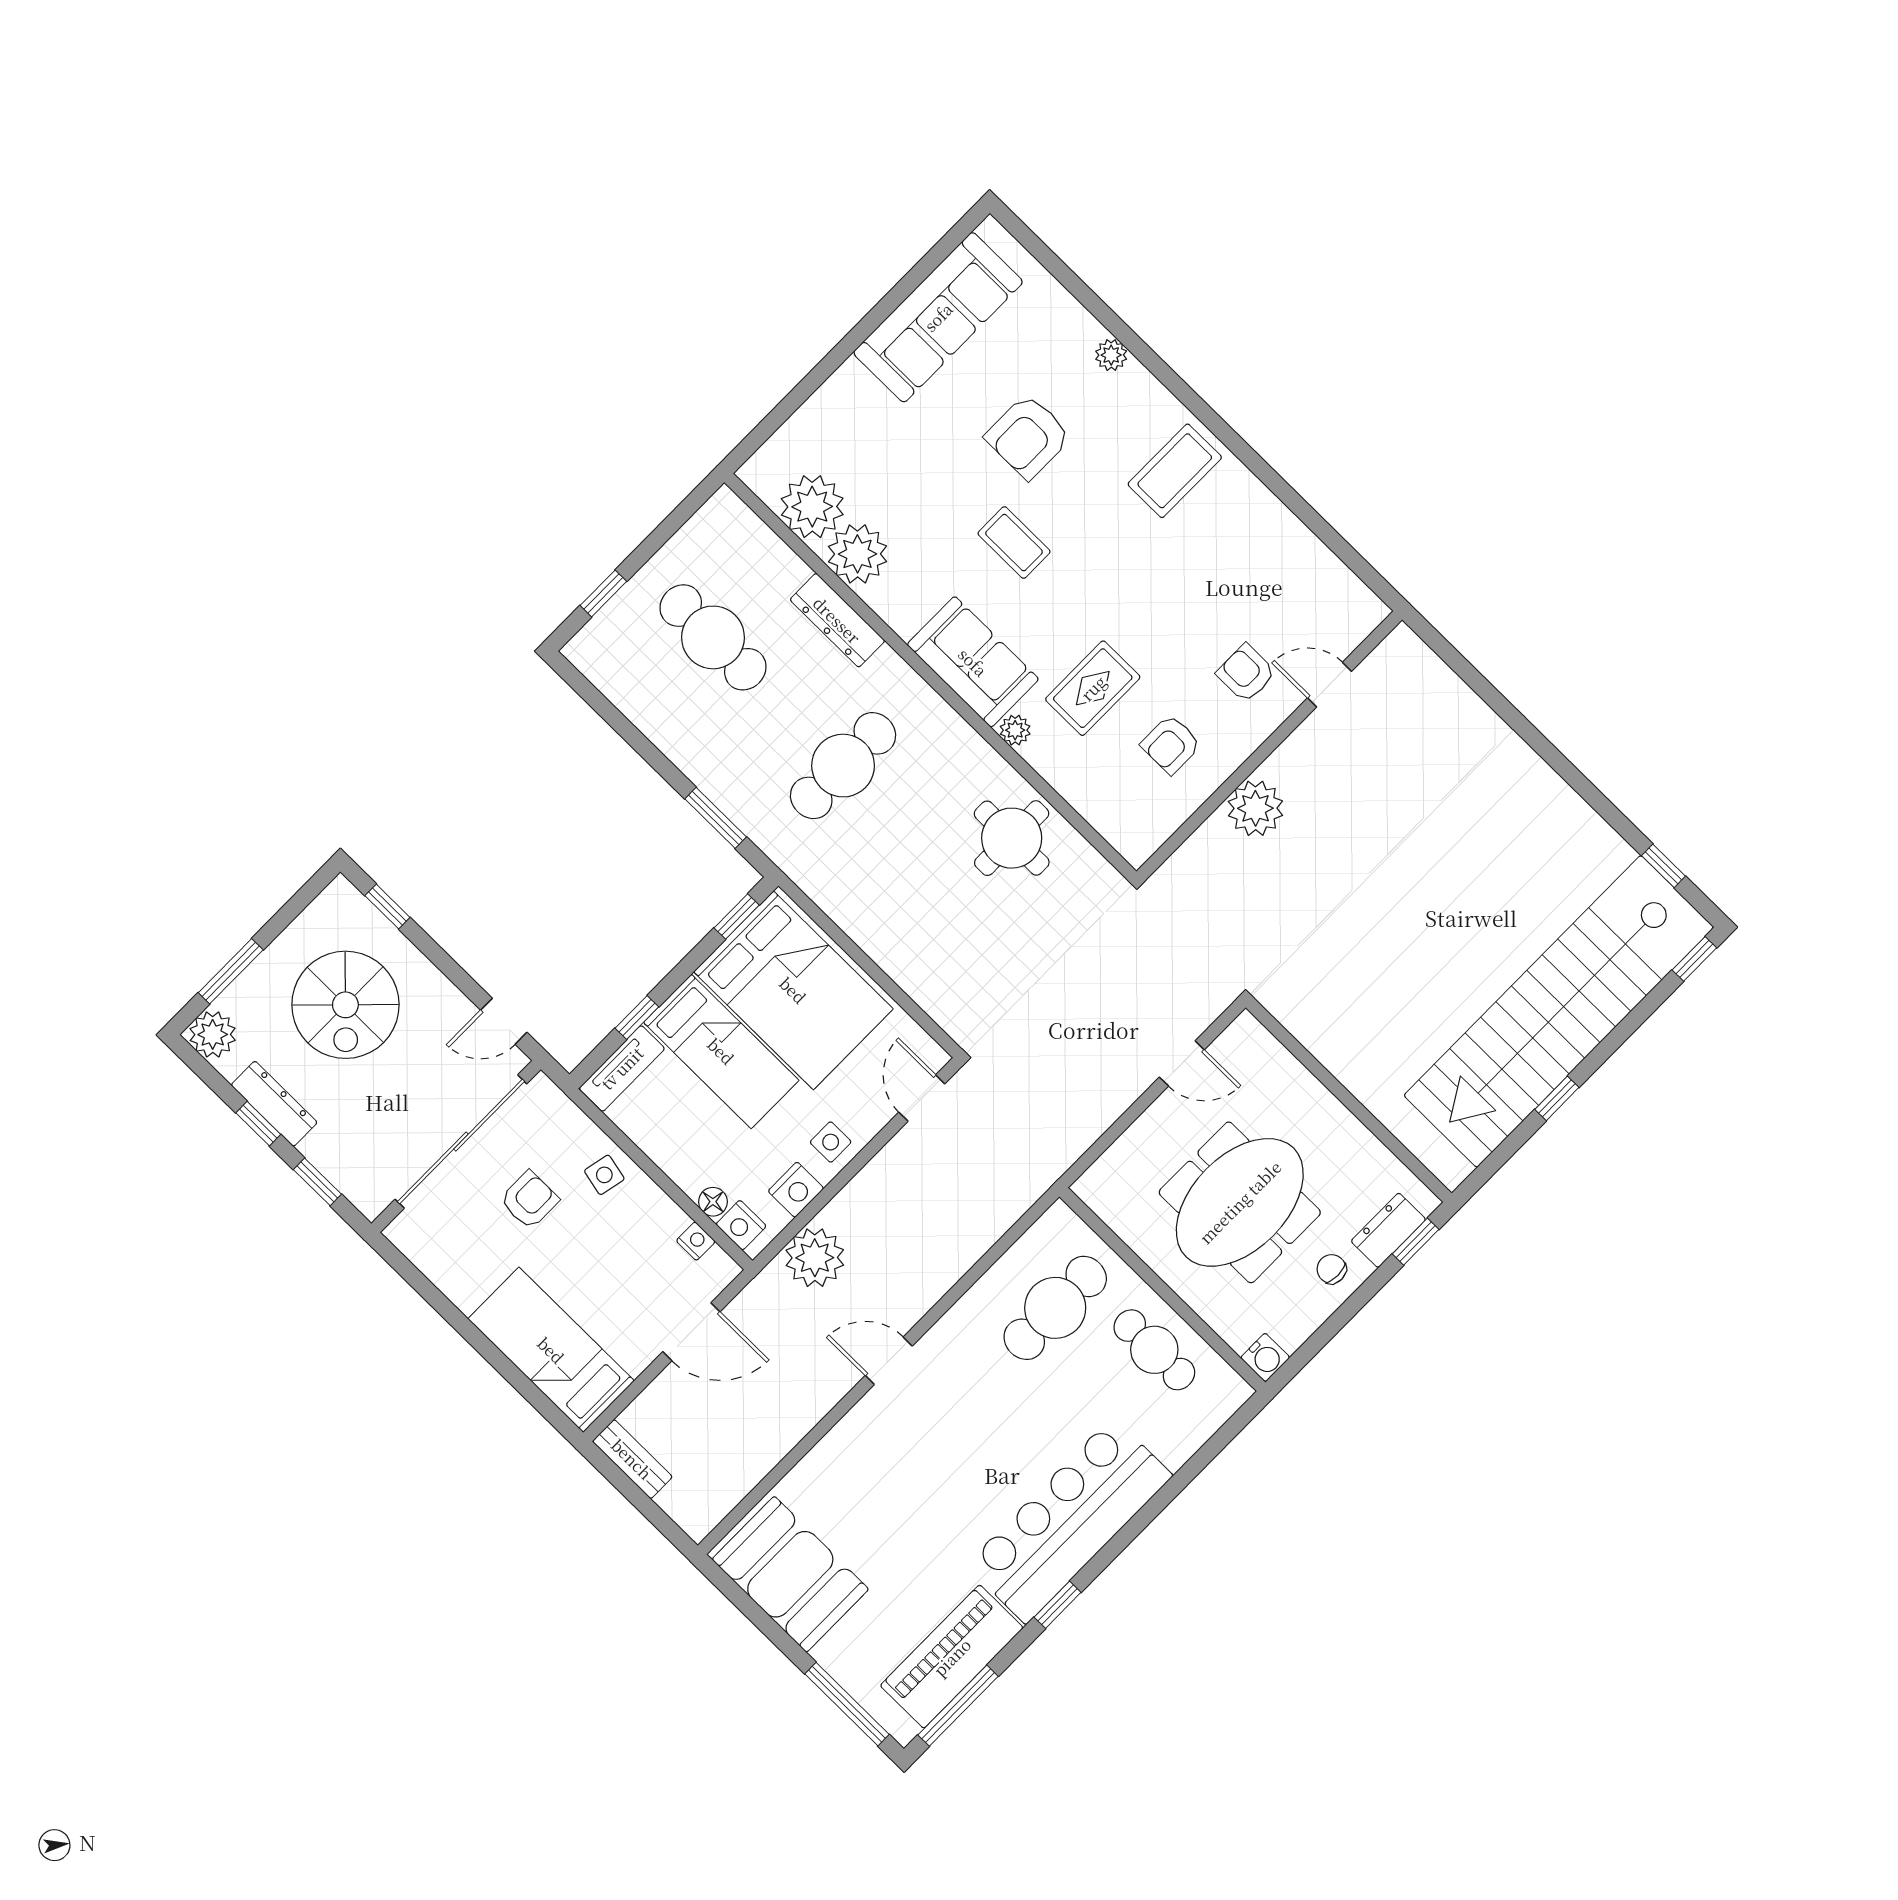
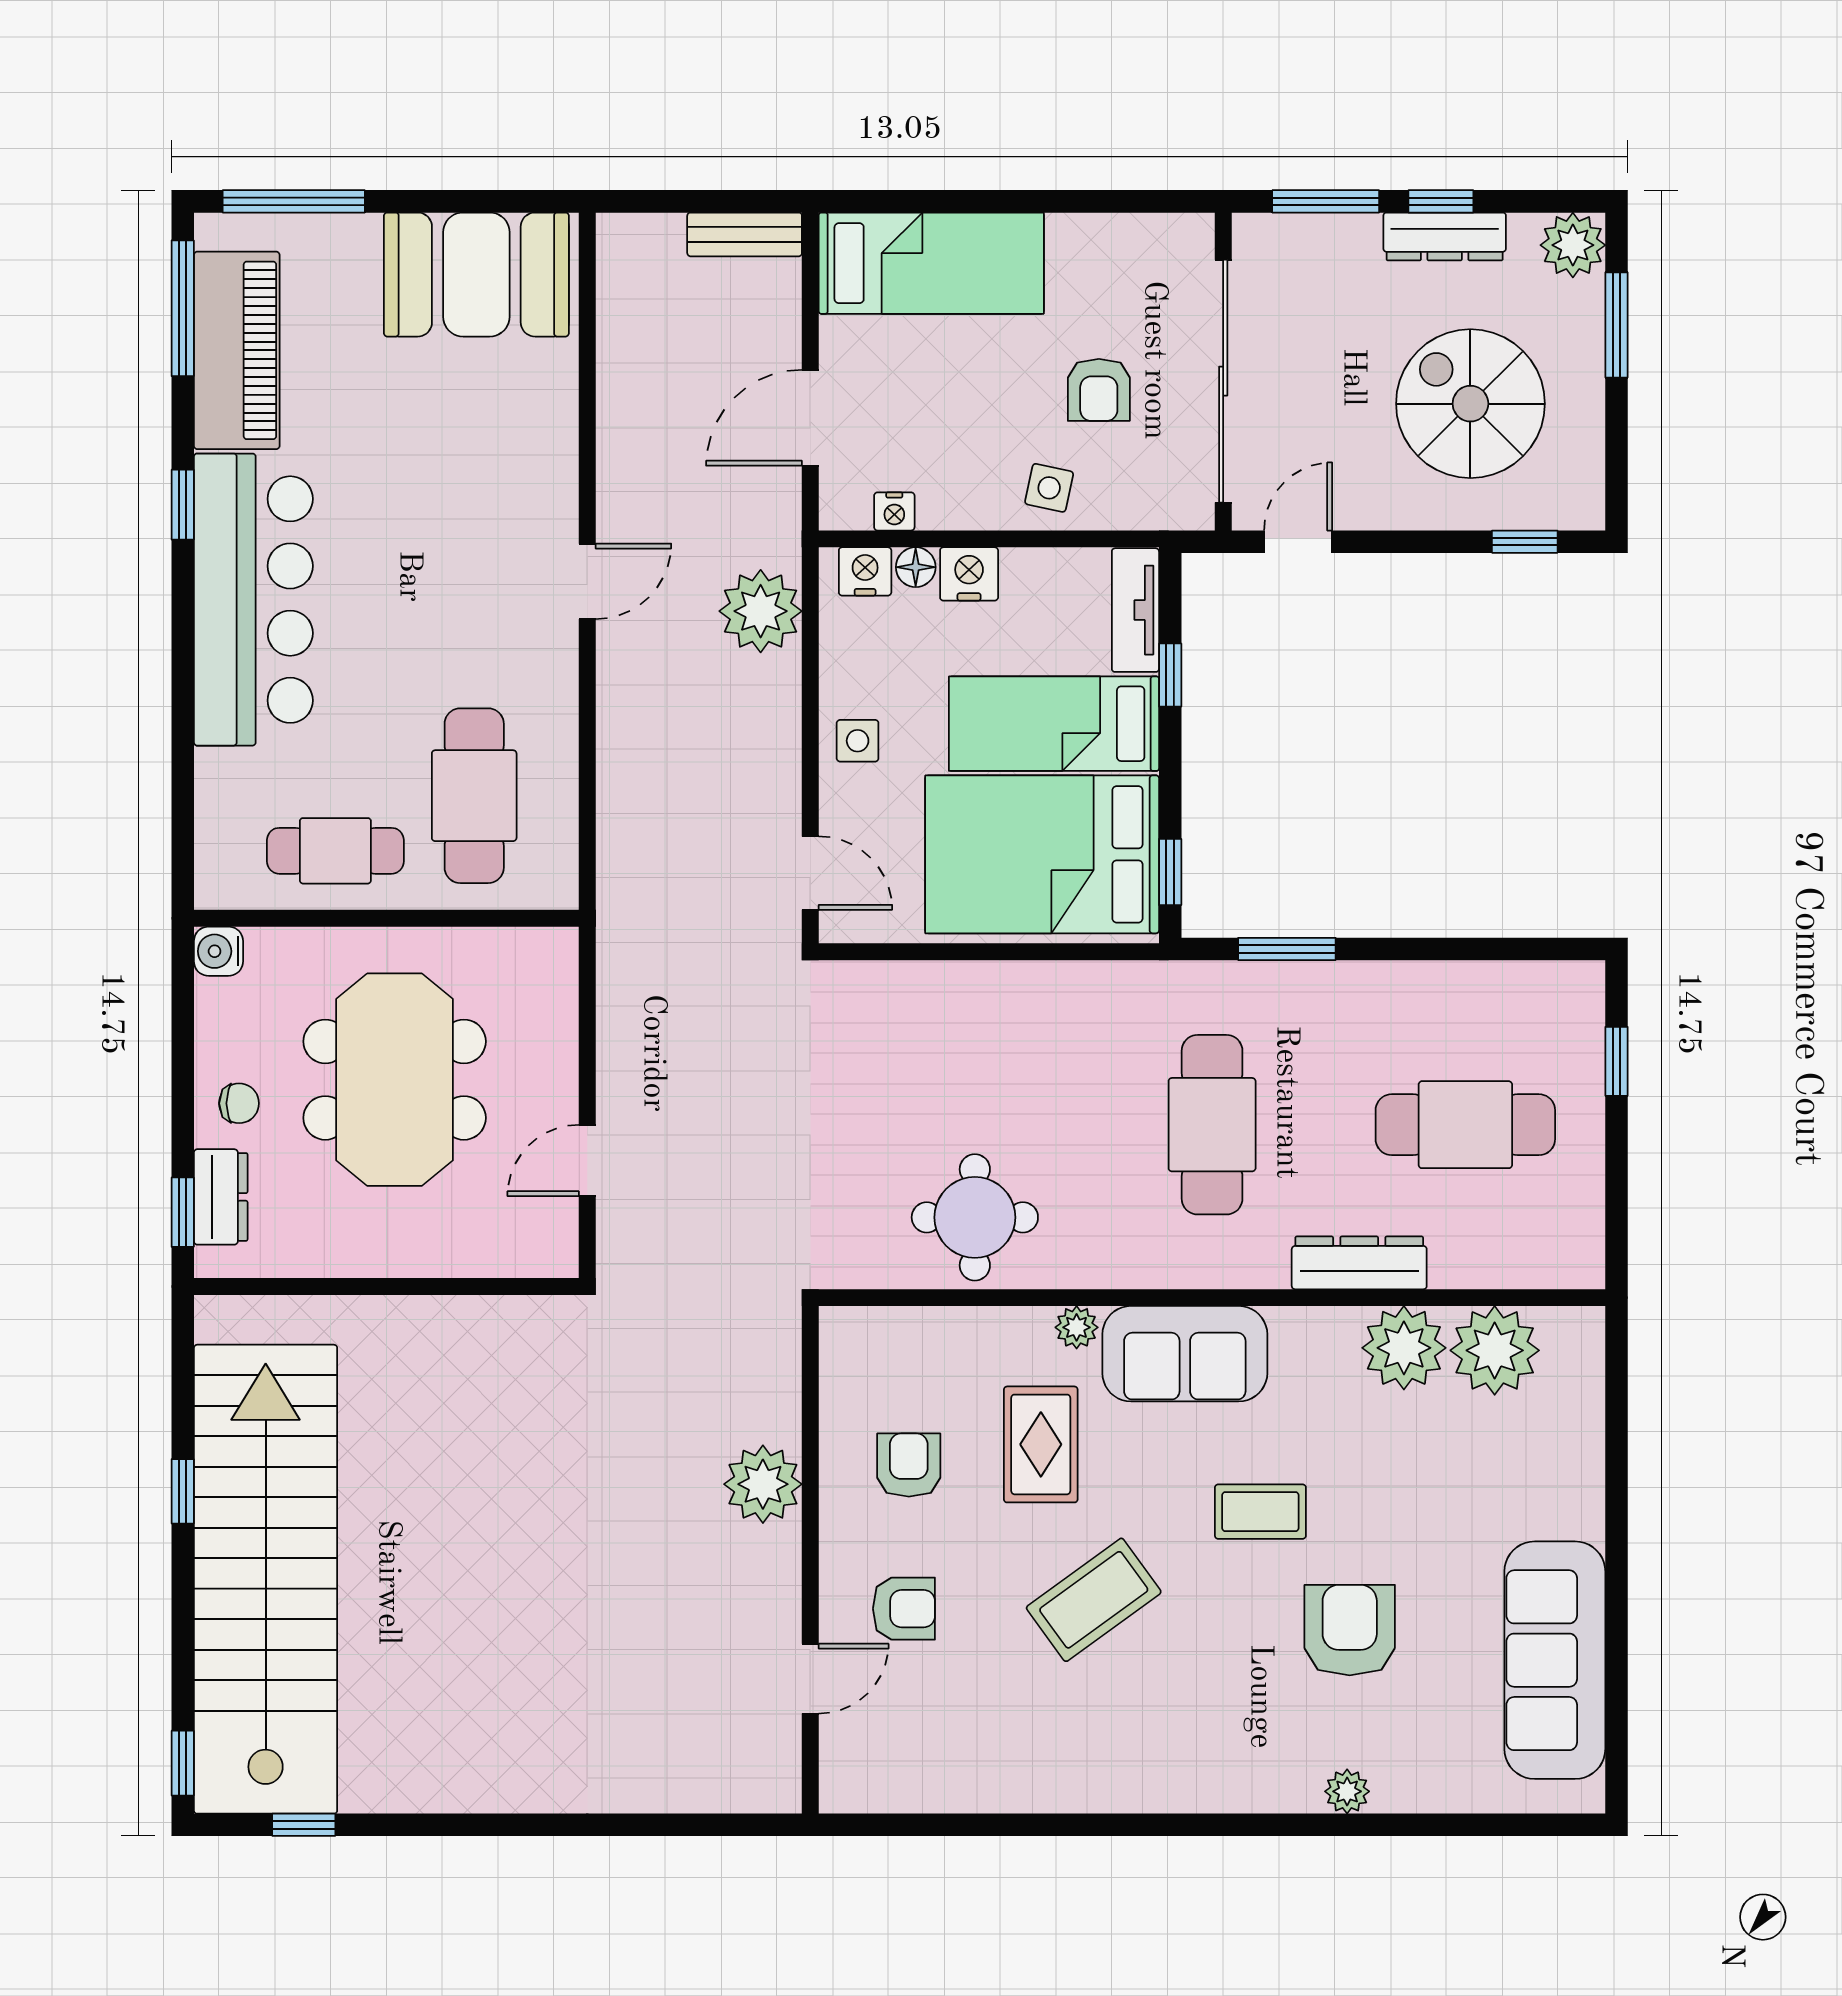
coffee table: (1175, 471) -> (1094, 1600), moved, turned 54
window: (317, 1182) -> (1326, 201), width x1.50
nightstand: (796, 1190) -> (969, 574), moved, turned 90

